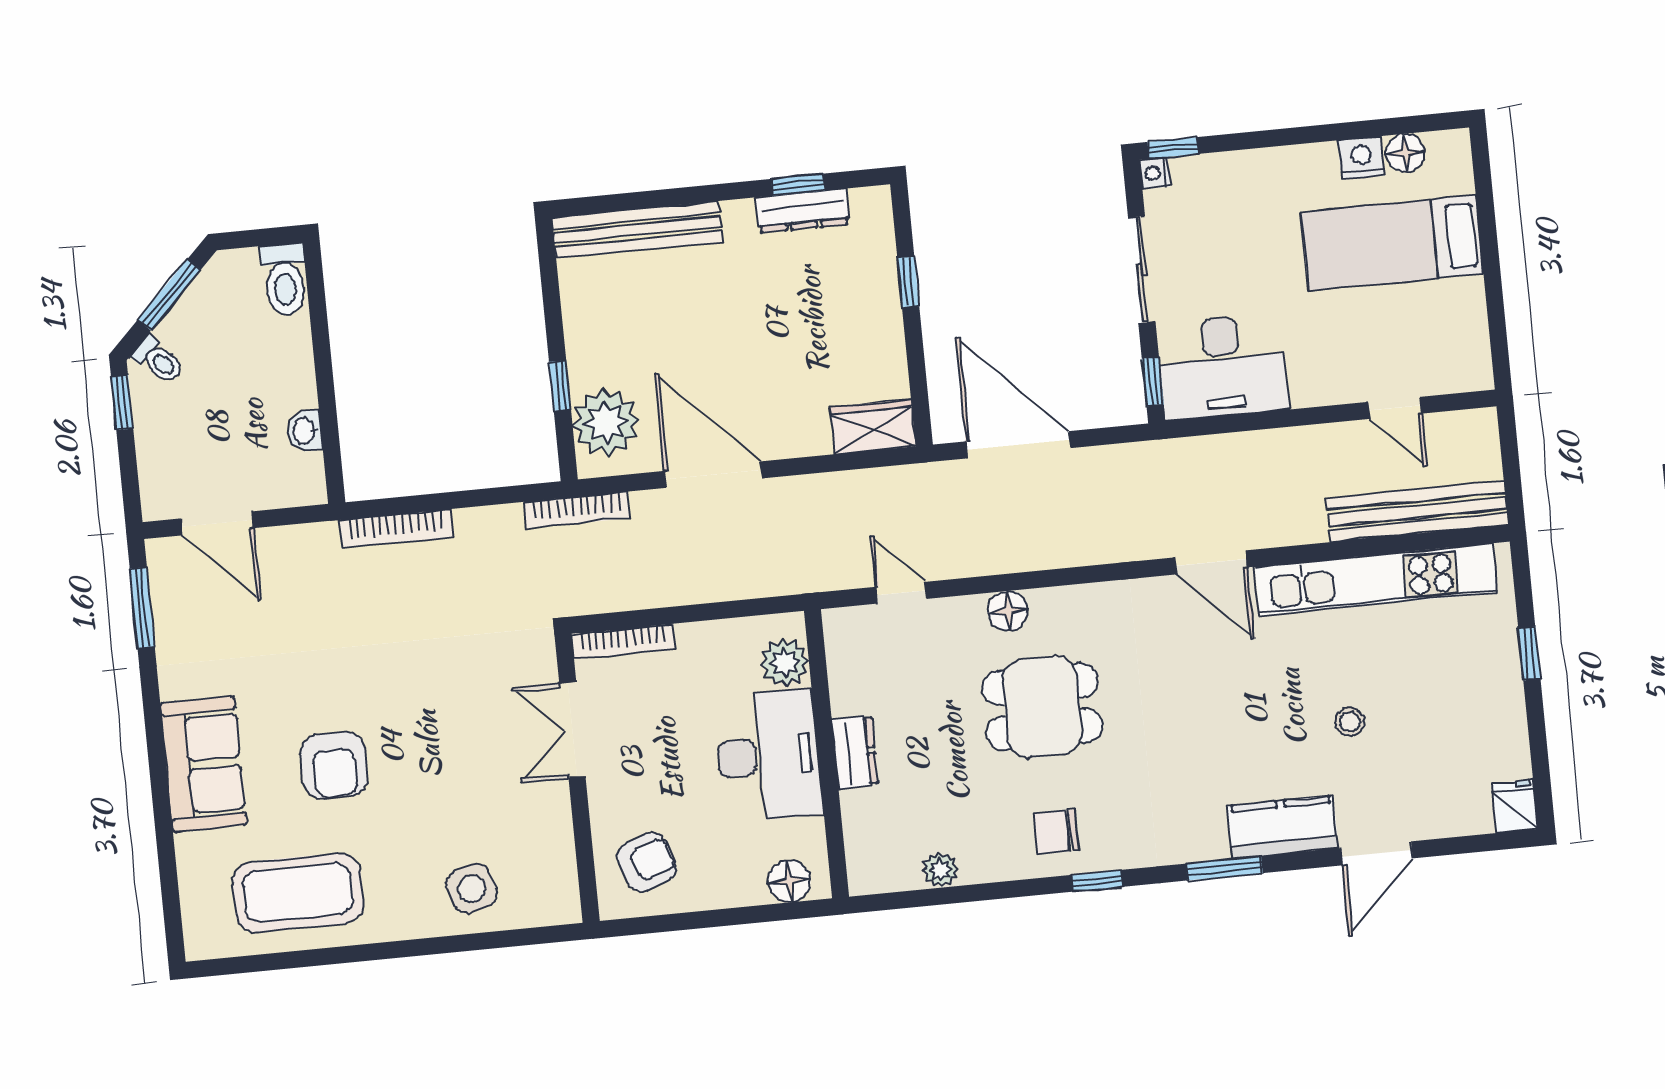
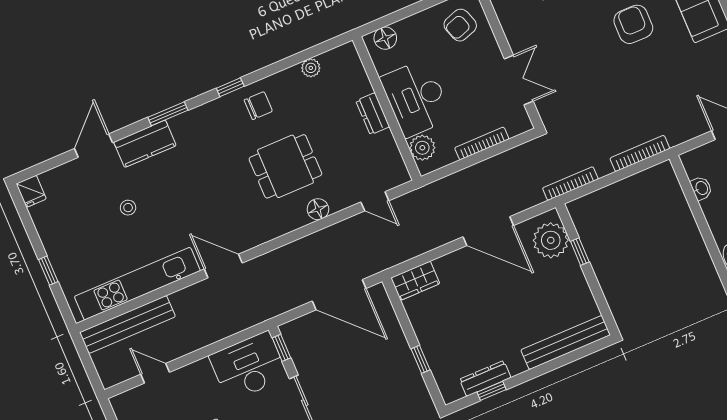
bookcase: (577, 510) -> (570, 184), moved
bookcase: (623, 642) -> (482, 143), moved

